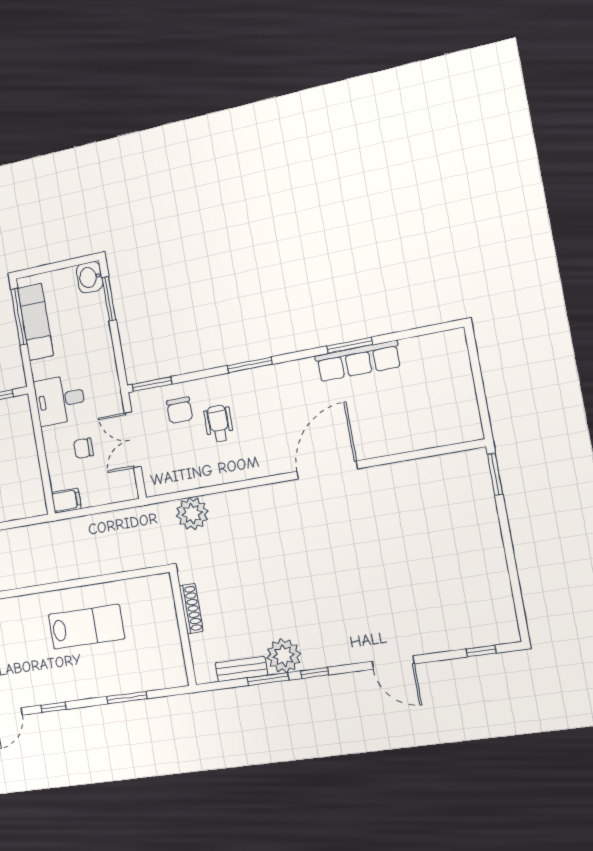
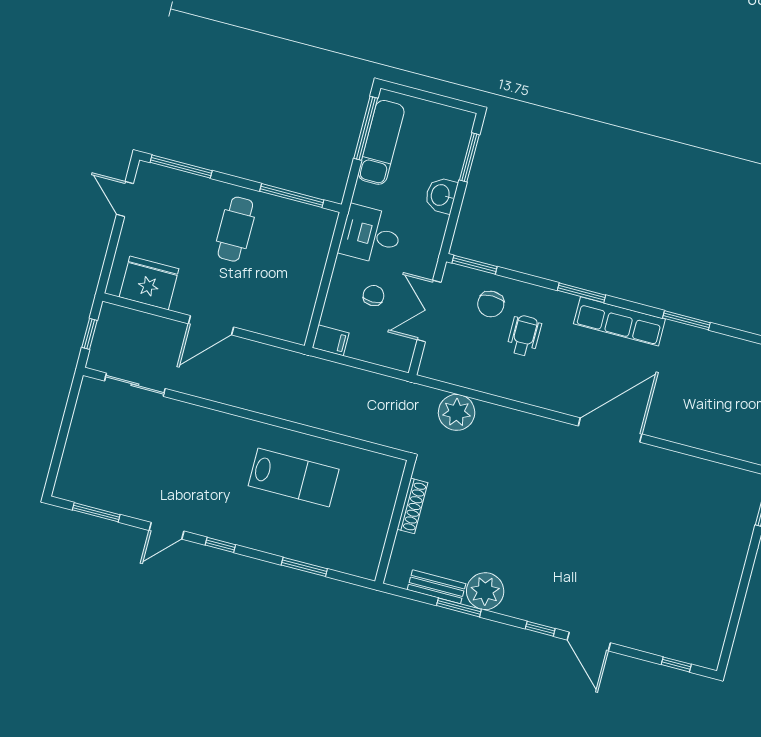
washbasin: (90, 277) -> (441, 195), moved
row of seats: (358, 361) -> (619, 321), moved
chair: (84, 448) -> (373, 296), turned 90
window: (315, 673) -> (540, 629), moved

